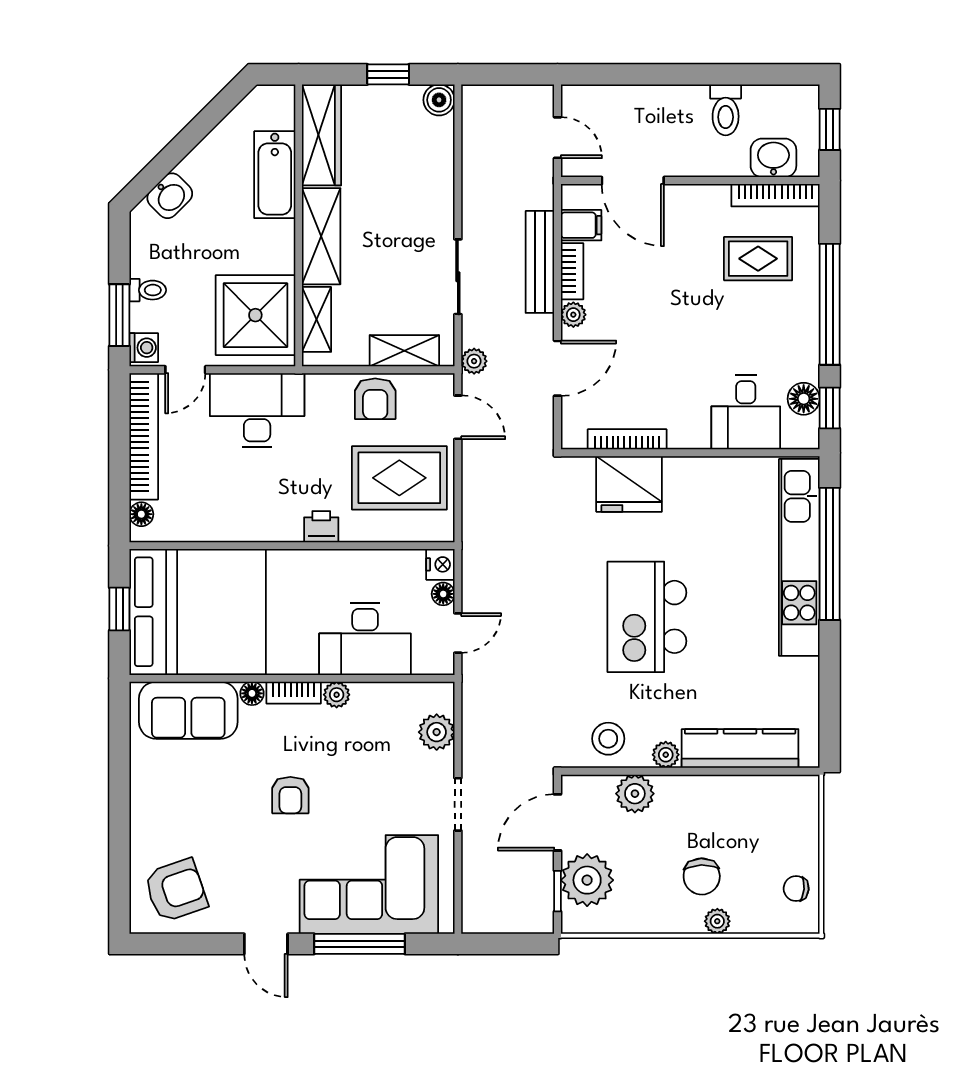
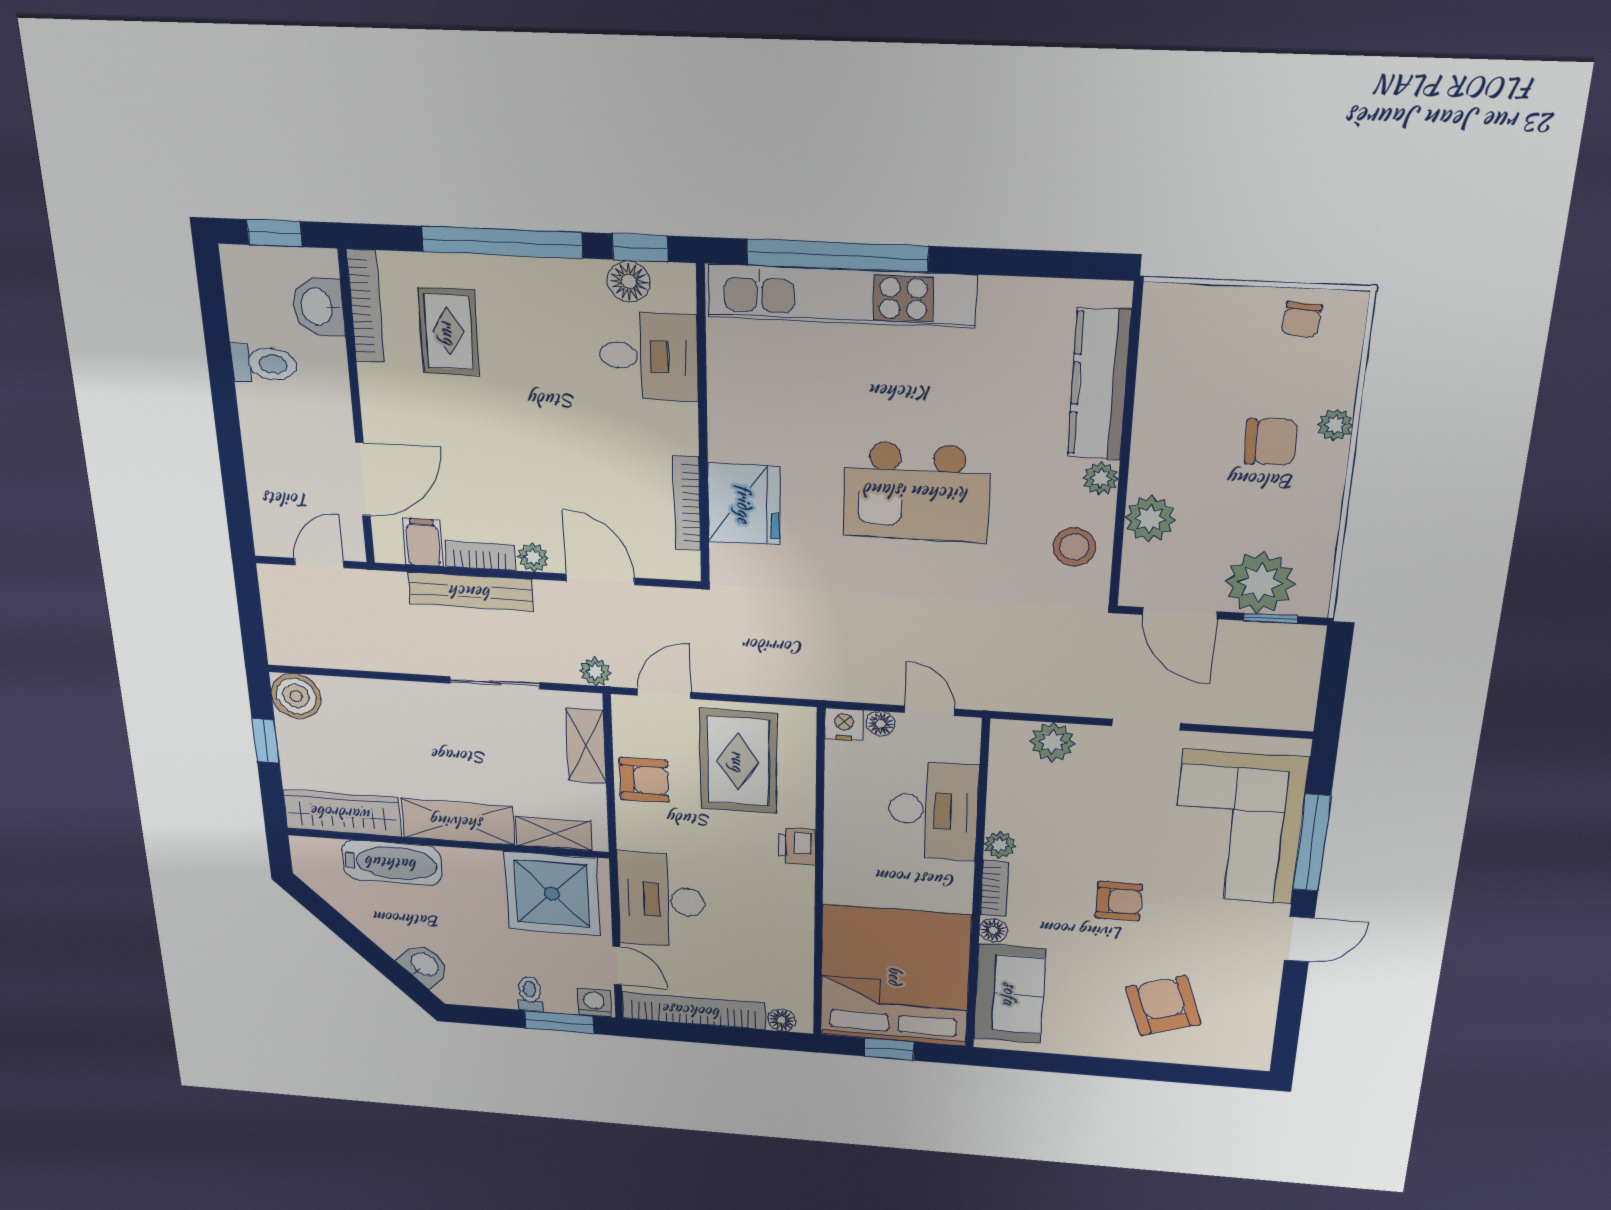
boiler: (439, 100) -> (296, 696), width x1.36, depth x1.36
armchair: (176, 890) -> (1163, 1006), moved

